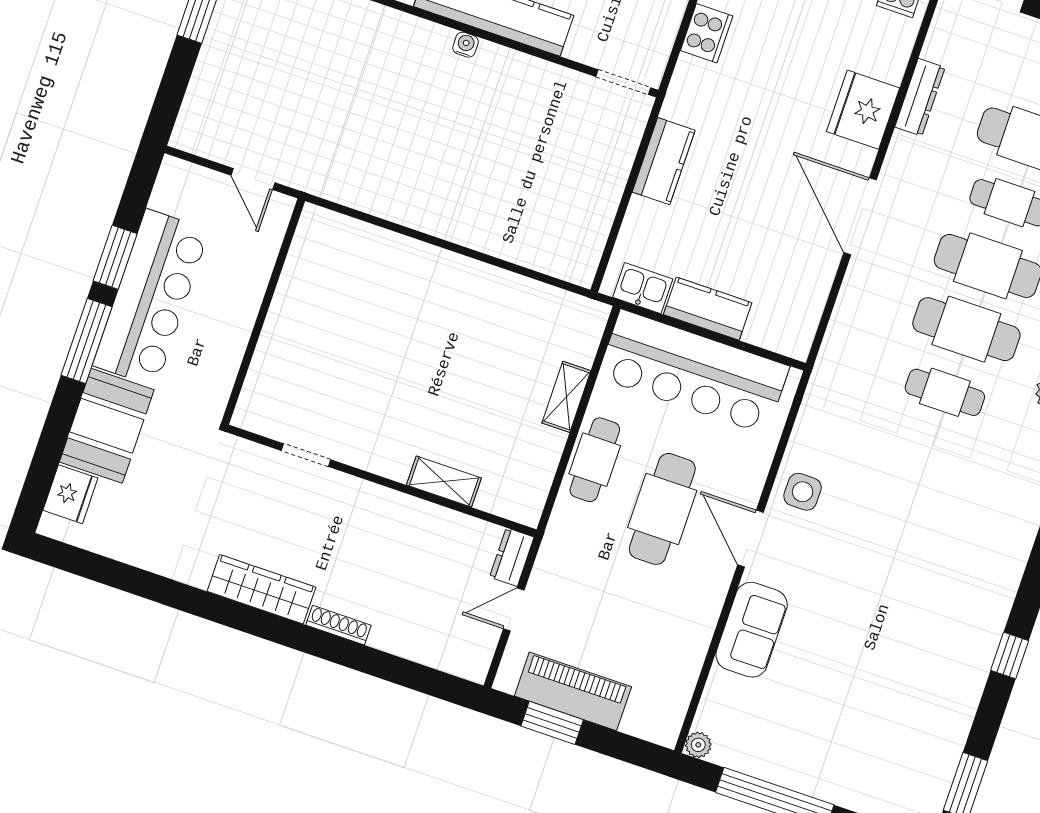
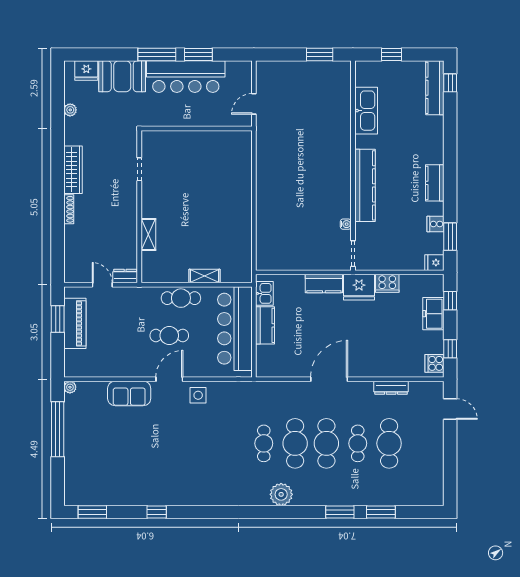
water cooler: (466, 45) -> (346, 224), moved
fridge: (863, 110) -> (359, 287), moved, turned 180
cafe table: (662, 509) -> (169, 336), width x0.73, depth x0.74
plant: (139, 554) -> (70, 110), added

